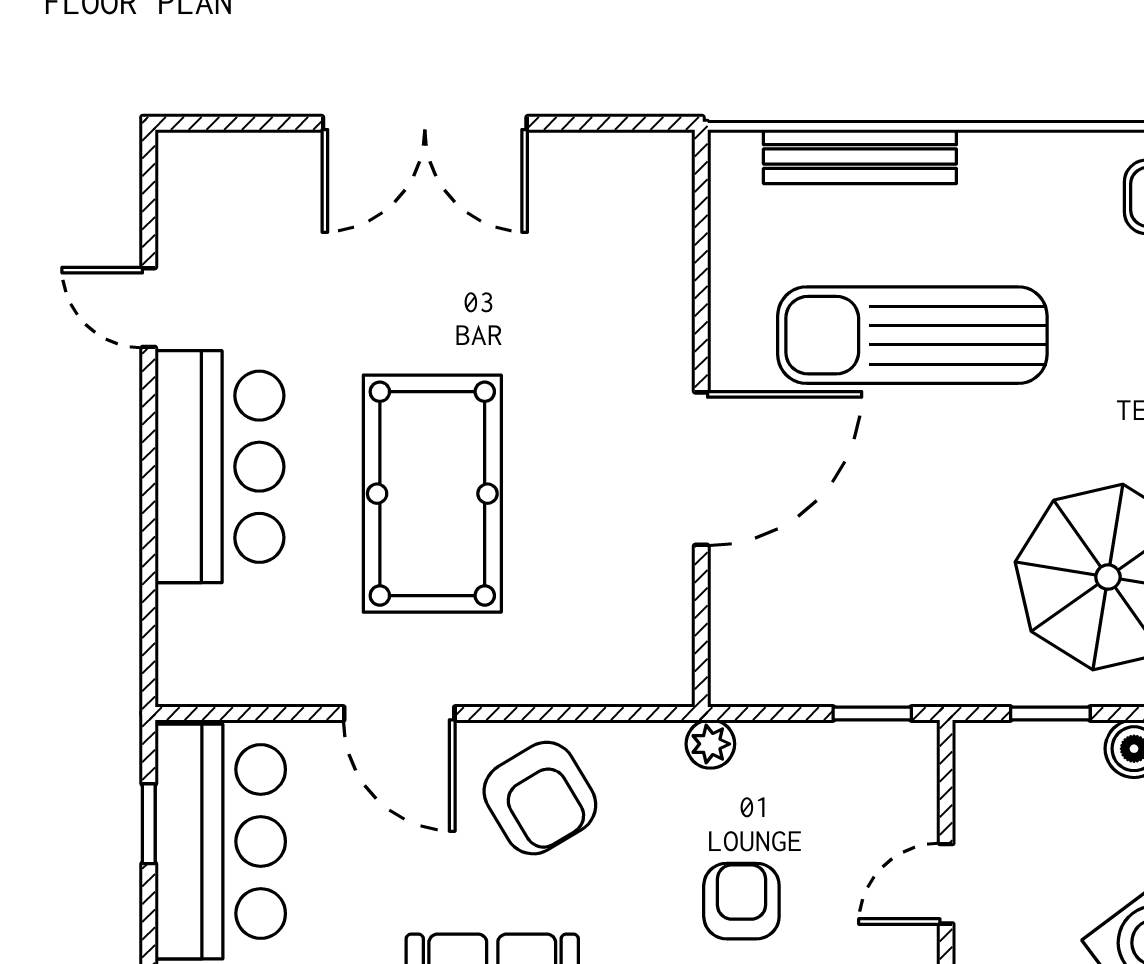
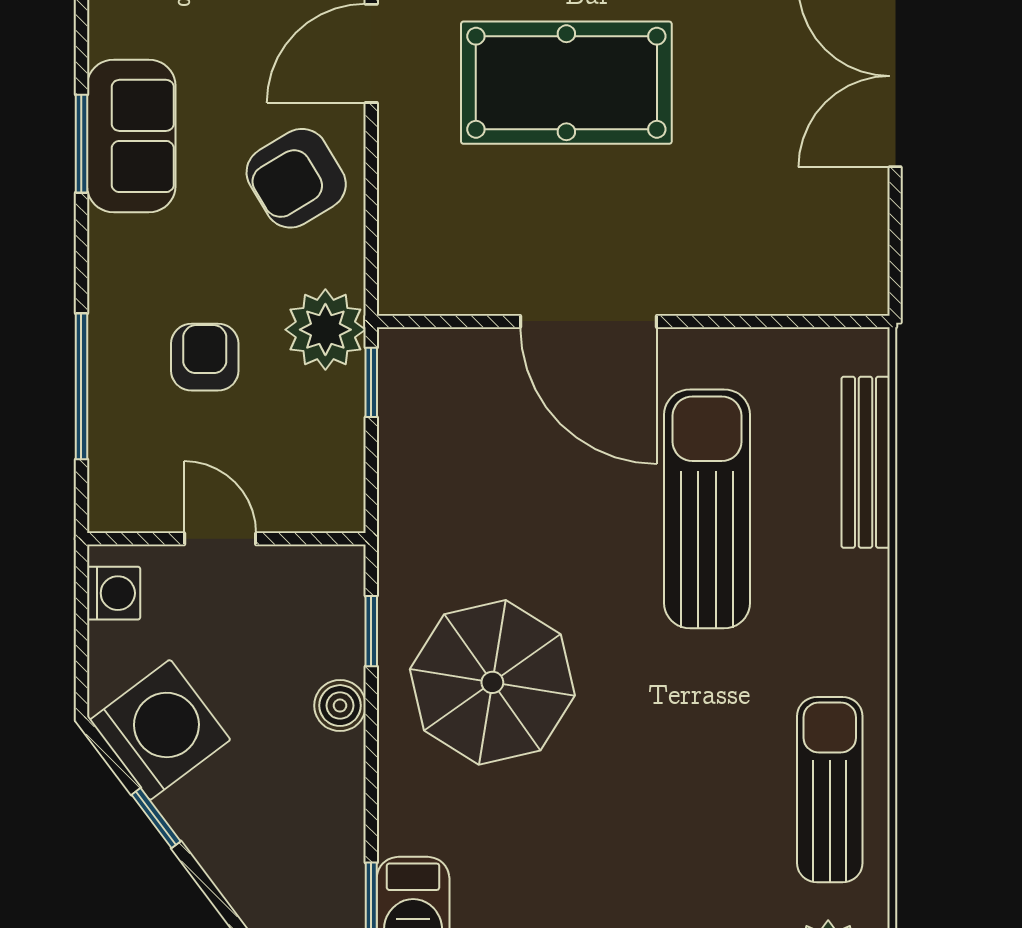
window: (872, 713) -> (371, 382), moved
plant: (710, 744) -> (325, 330), width x1.87, depth x1.87
armchair: (741, 901) -> (205, 357), turned -90

